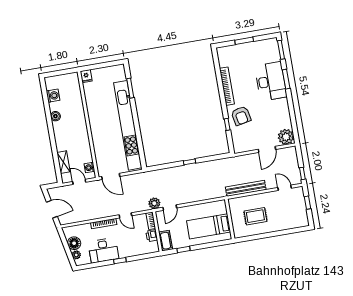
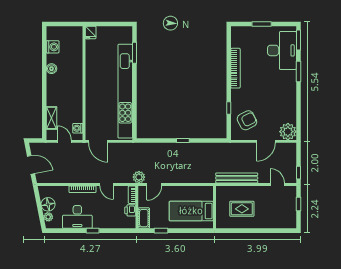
desk: (271, 81) -> (282, 50), moved
armchair: (241, 116) -> (247, 120), moved, turned -107

